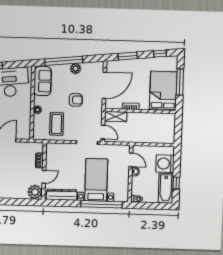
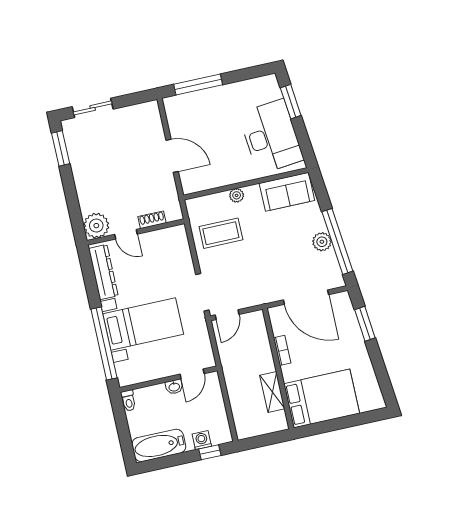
window: (160, 54) -> (383, 377), removed
window: (64, 61) -> (337, 241), moved
window: (180, 82) -> (344, 423), removed
armchair: (76, 100) -> (270, 255), removed
shelving: (116, 117) -> (272, 392), moved
washing machine: (165, 164) -> (202, 440), width x0.53, depth x0.53
window: (176, 183) -> (210, 452), moved

